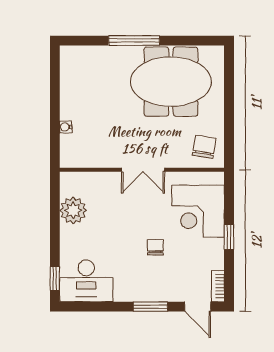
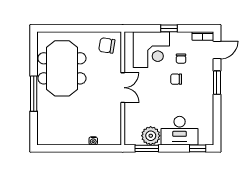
window: (55, 205) -> (147, 148), added
chair: (185, 254) -> (181, 59), added
desk: (86, 281) -> (180, 131), moved, turned 90

